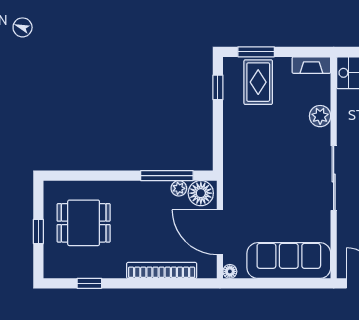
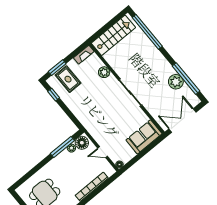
door: (220, 232) -> (103, 152), width x0.53
sofa: (289, 261) -> (144, 137), width x0.73

